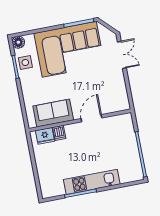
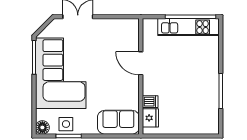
sofa: (53, 113) -> (118, 122), moved, turned 90
kitchen unit: (92, 182) -> (189, 27), moved, turned -90

